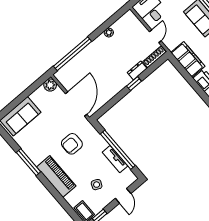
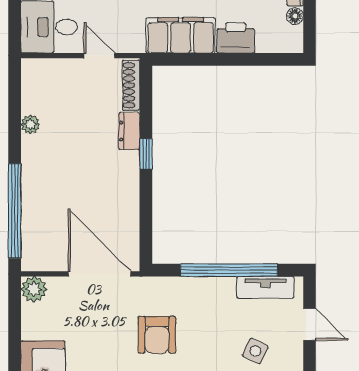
tv unit: (115, 159) -> (265, 287), moved

